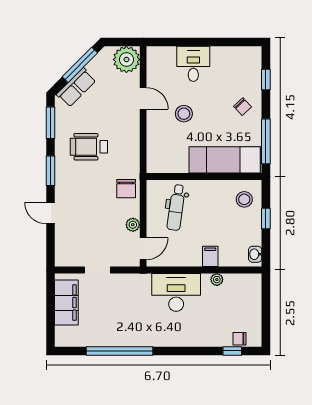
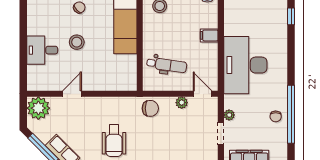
stool: (184, 114) -> (77, 42), moved
plant: (217, 280) -> (229, 115), moved
desk: (176, 292) -> (245, 65), width x1.36, depth x1.30
chair: (240, 339) -> (276, 116), moved

